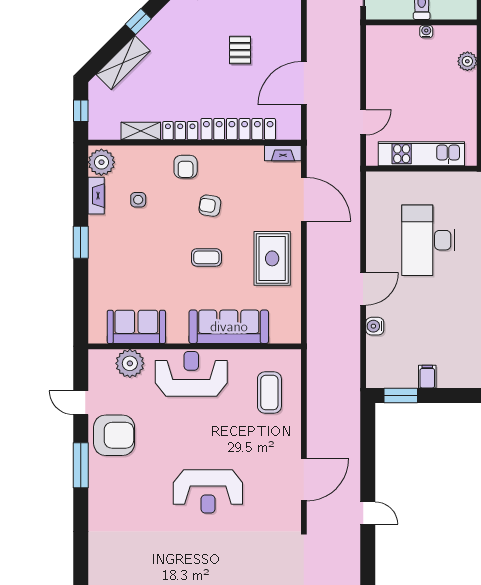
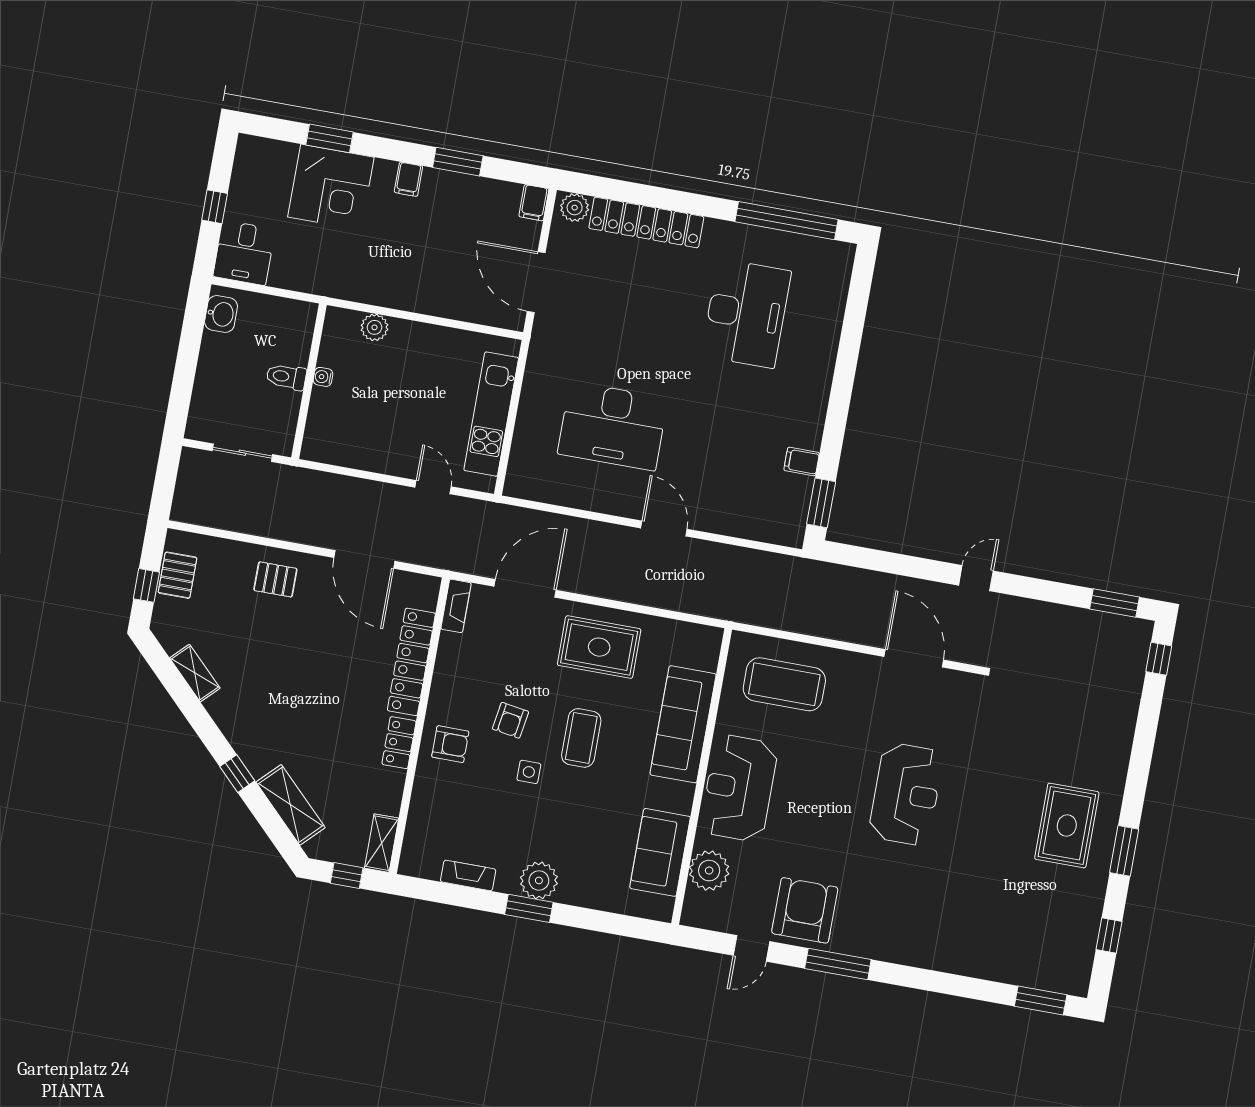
pallet: (240, 50) -> (275, 579), moved
shelving: (141, 131) -> (382, 843), moved
plant: (101, 162) -> (539, 880), moved
side table: (138, 200) -> (529, 772), moved
coffee table: (206, 257) -> (581, 738), width x1.36, depth x1.30
water cooler: (375, 326) -> (719, 522), removed
coffee table: (269, 393) -> (784, 684), width x1.36, depth x1.32

